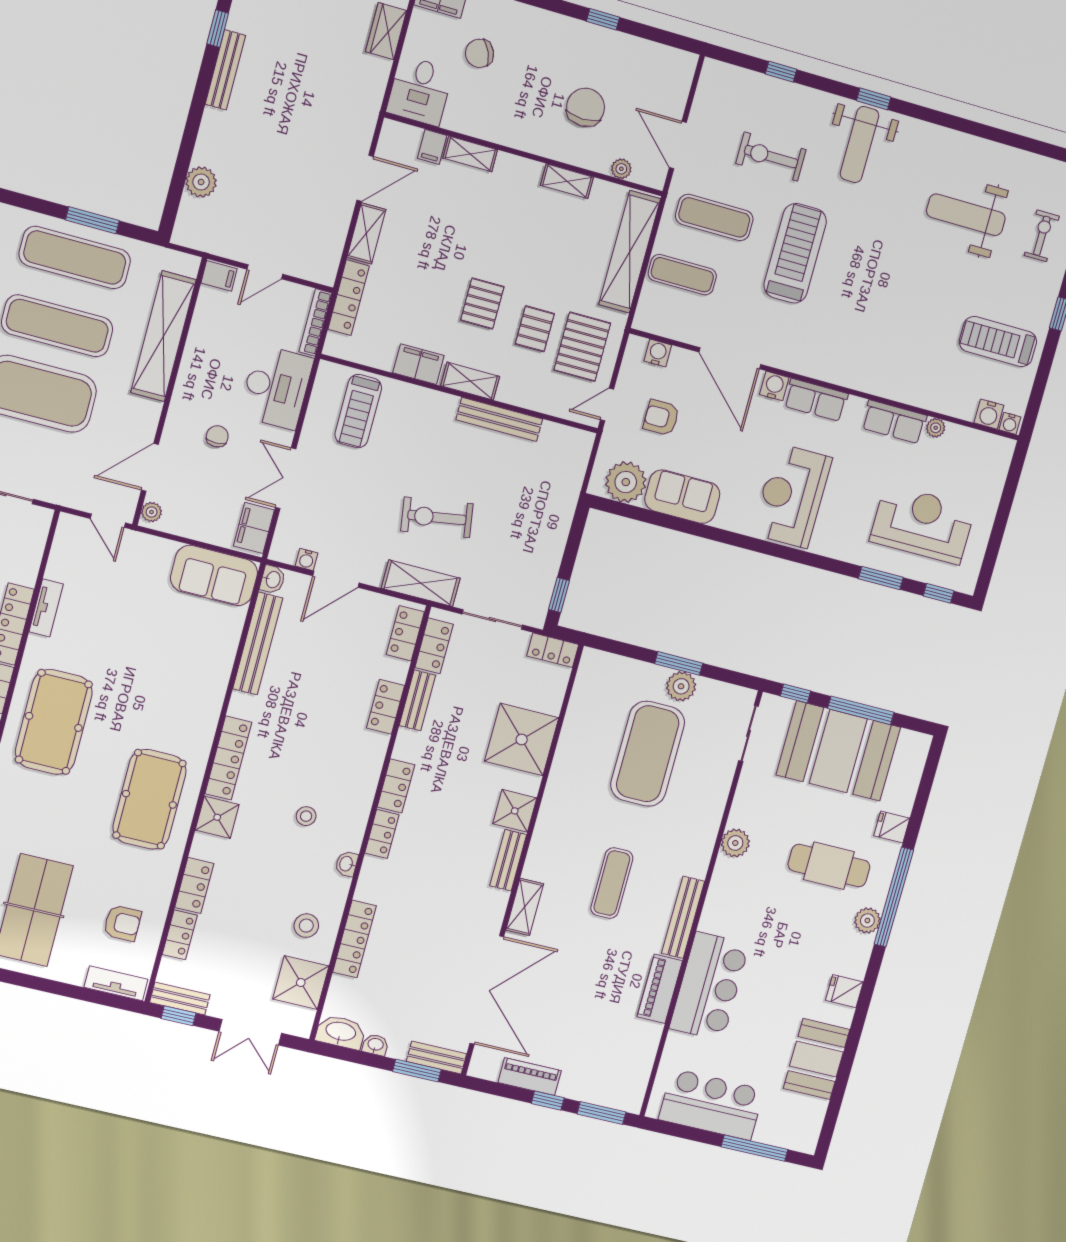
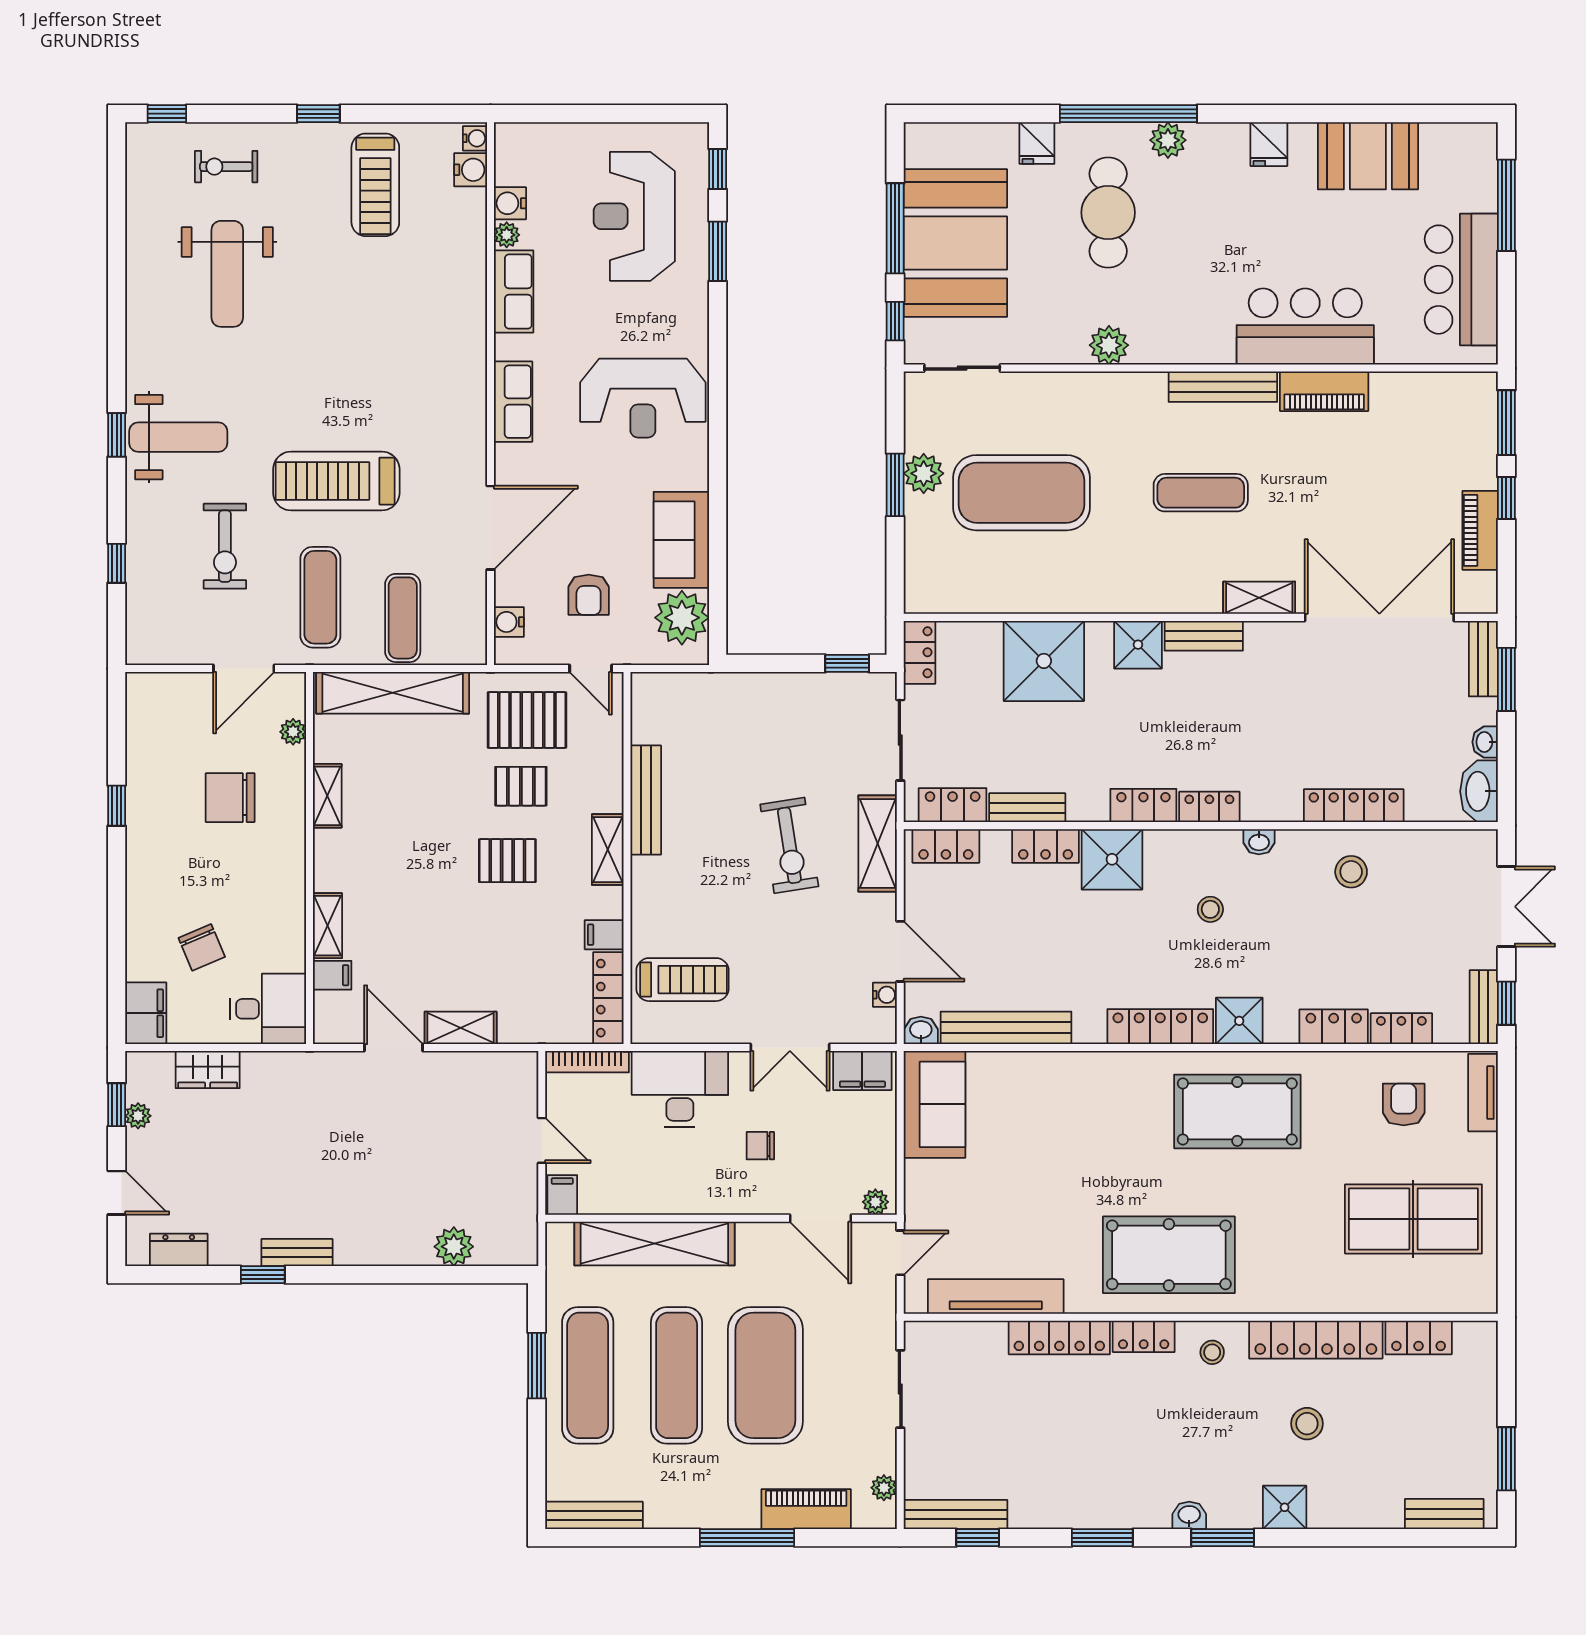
bench: (225, 70) -> (297, 1253), width x0.73
locker: (349, 298) -> (608, 998), moved, turned -90
filing cabinet: (418, 364) -> (604, 935), width x0.50
water cooler: (774, 386) -> (510, 203), moved
tv unit: (46, 608) -> (996, 1297), width x1.92, depth x1.29
shower: (301, 982) -> (1112, 859), moved

